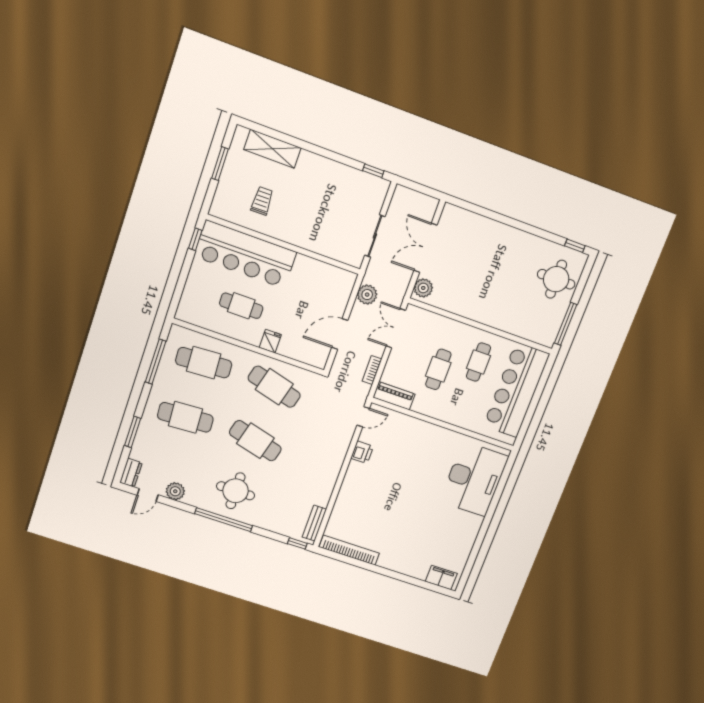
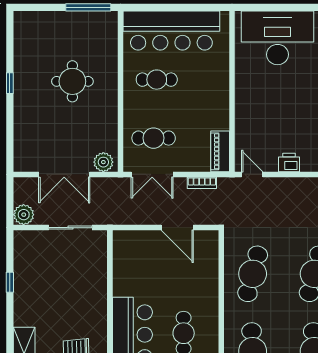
window: (373, 171) -> (10, 282), moved
window: (575, 246) -> (10, 83), moved
round table: (556, 279) -> (72, 81), moved
plant: (367, 295) -> (24, 215), moved
fridge: (270, 341) -> (208, 293), removed
cafe table: (438, 369) -> (154, 138), moved

